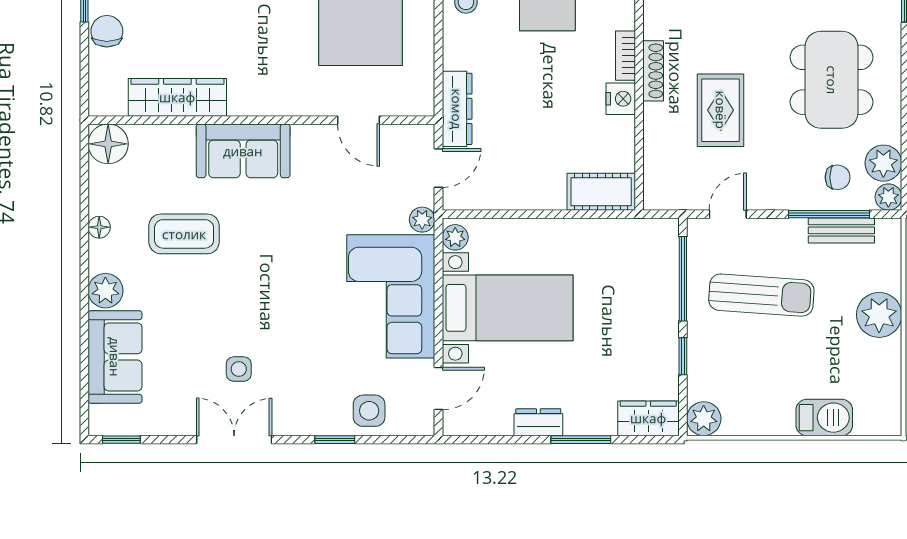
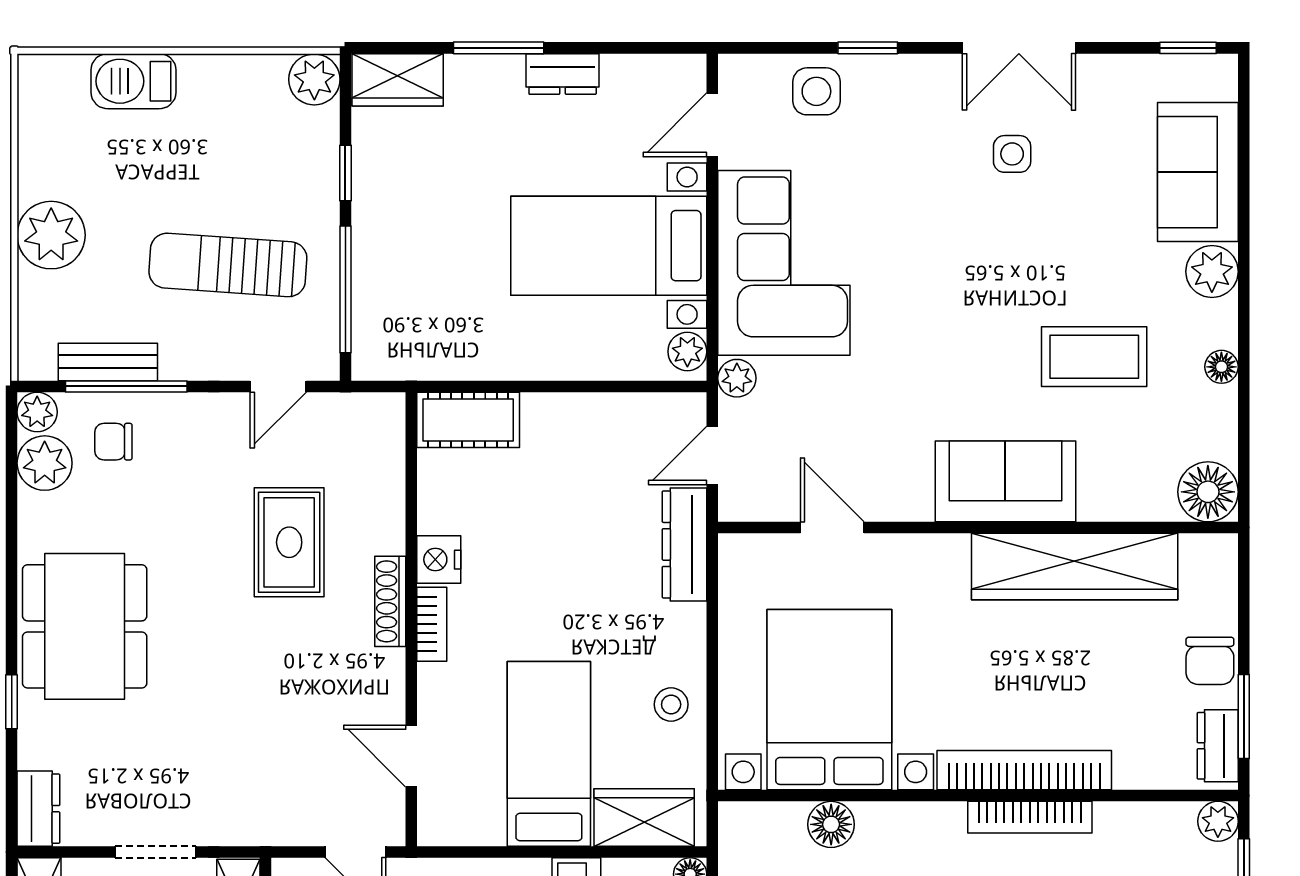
dining table: (832, 80) -> (85, 626), moved
wardrobe: (177, 97) -> (1075, 567), width x1.40, depth x1.17

